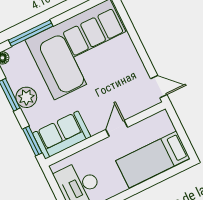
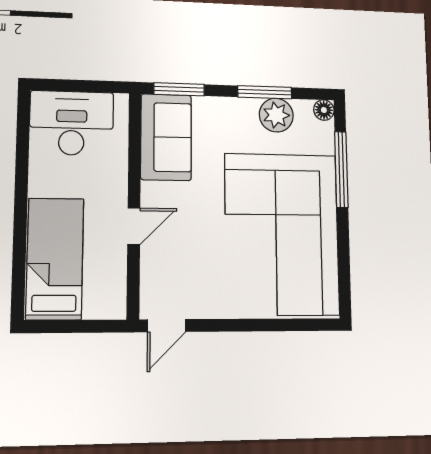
plant: (26, 97) -> (276, 115), moved
door: (117, 128) -> (134, 226), hinge flipped

